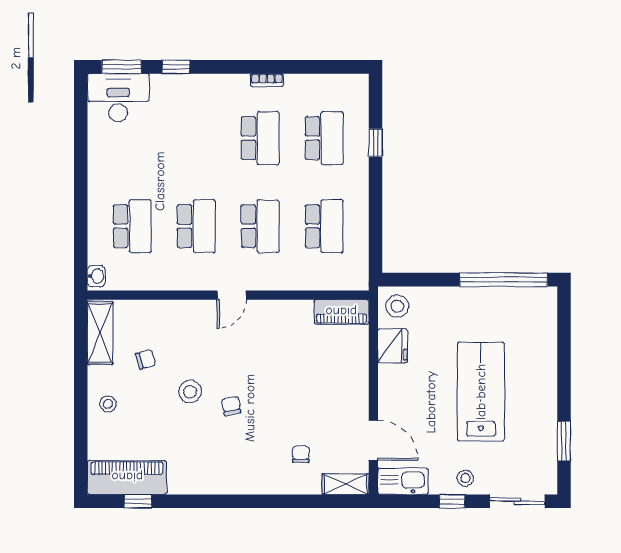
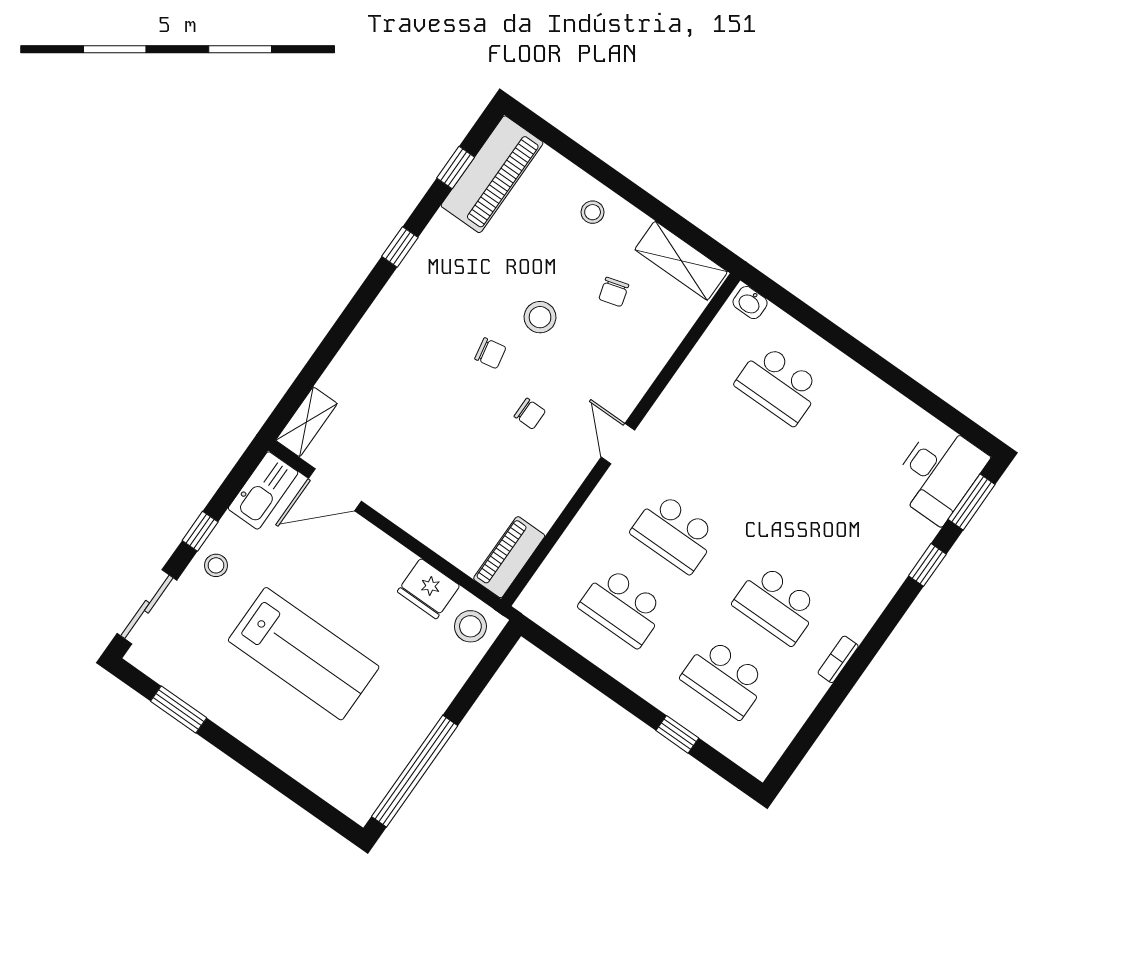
school desk: (196, 226) -> (727, 459), removed
chair: (301, 454) -> (530, 414), moved
window: (206, 501) -> (400, 247), added

